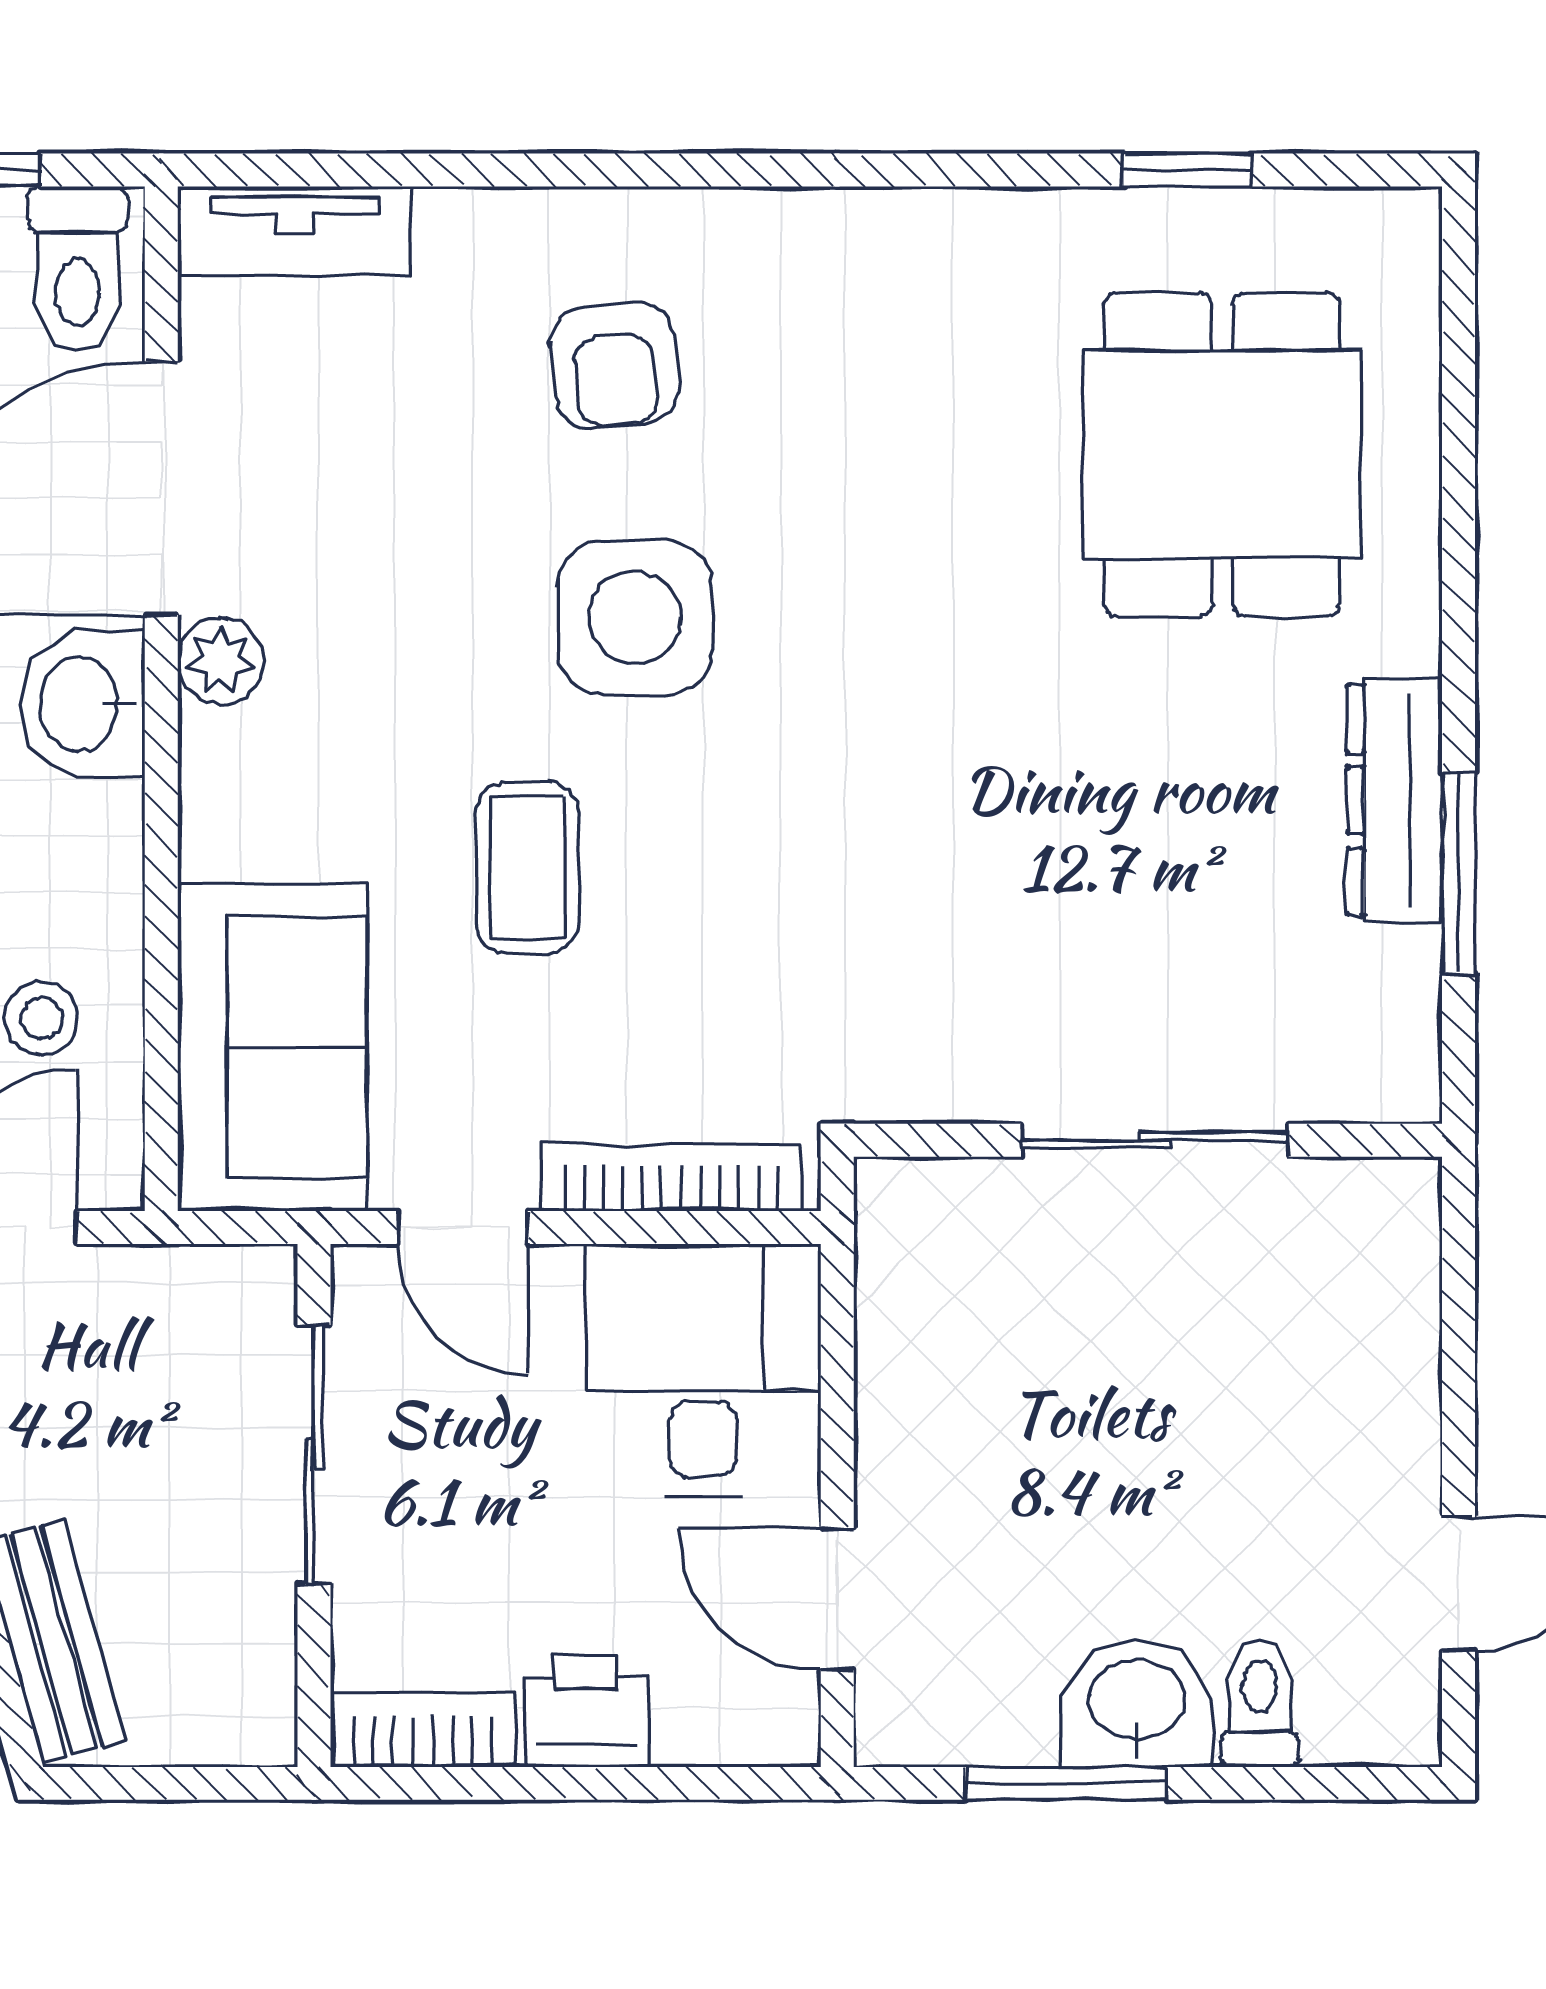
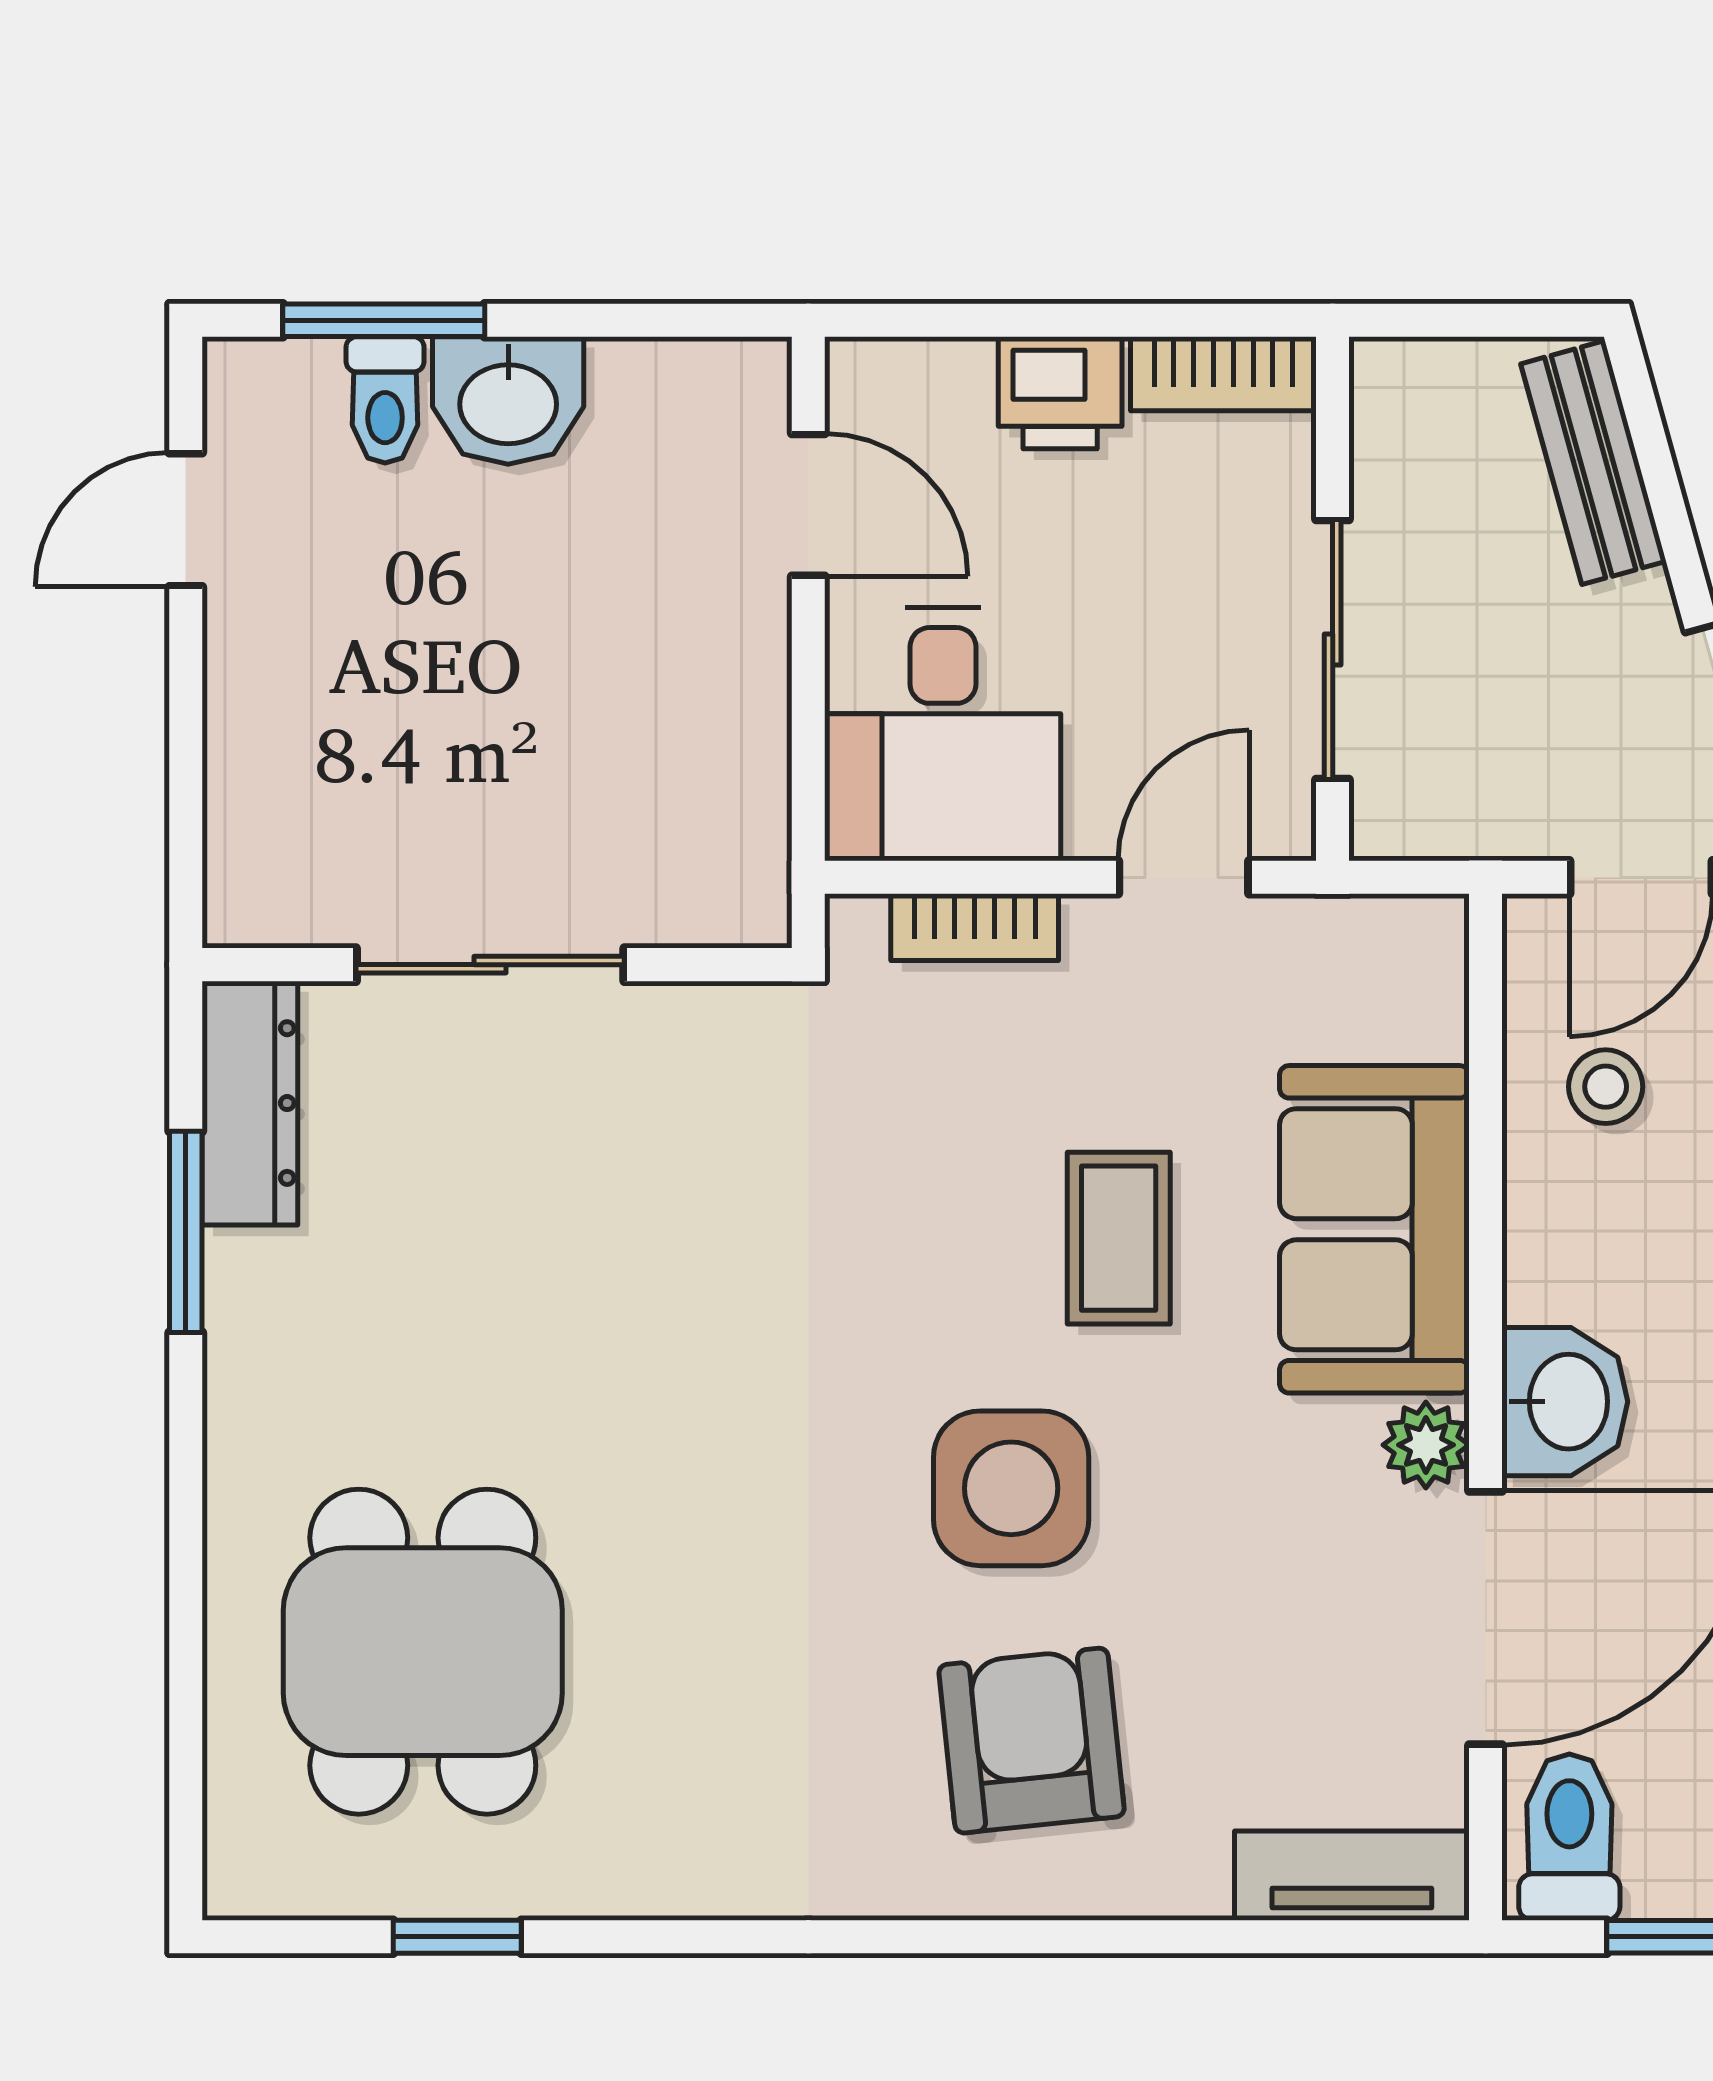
armchair: (614, 366) -> (1032, 1741), width x1.38, depth x1.38
dresser: (1395, 800) -> (250, 1103), moved
sofa: (272, 1047) -> (1374, 1229), moved
bookcase: (671, 1178) -> (975, 927), width x0.64
door: (463, 1227) -> (1184, 877), hinge flipped
window: (1066, 1783) -> (384, 320), moved

